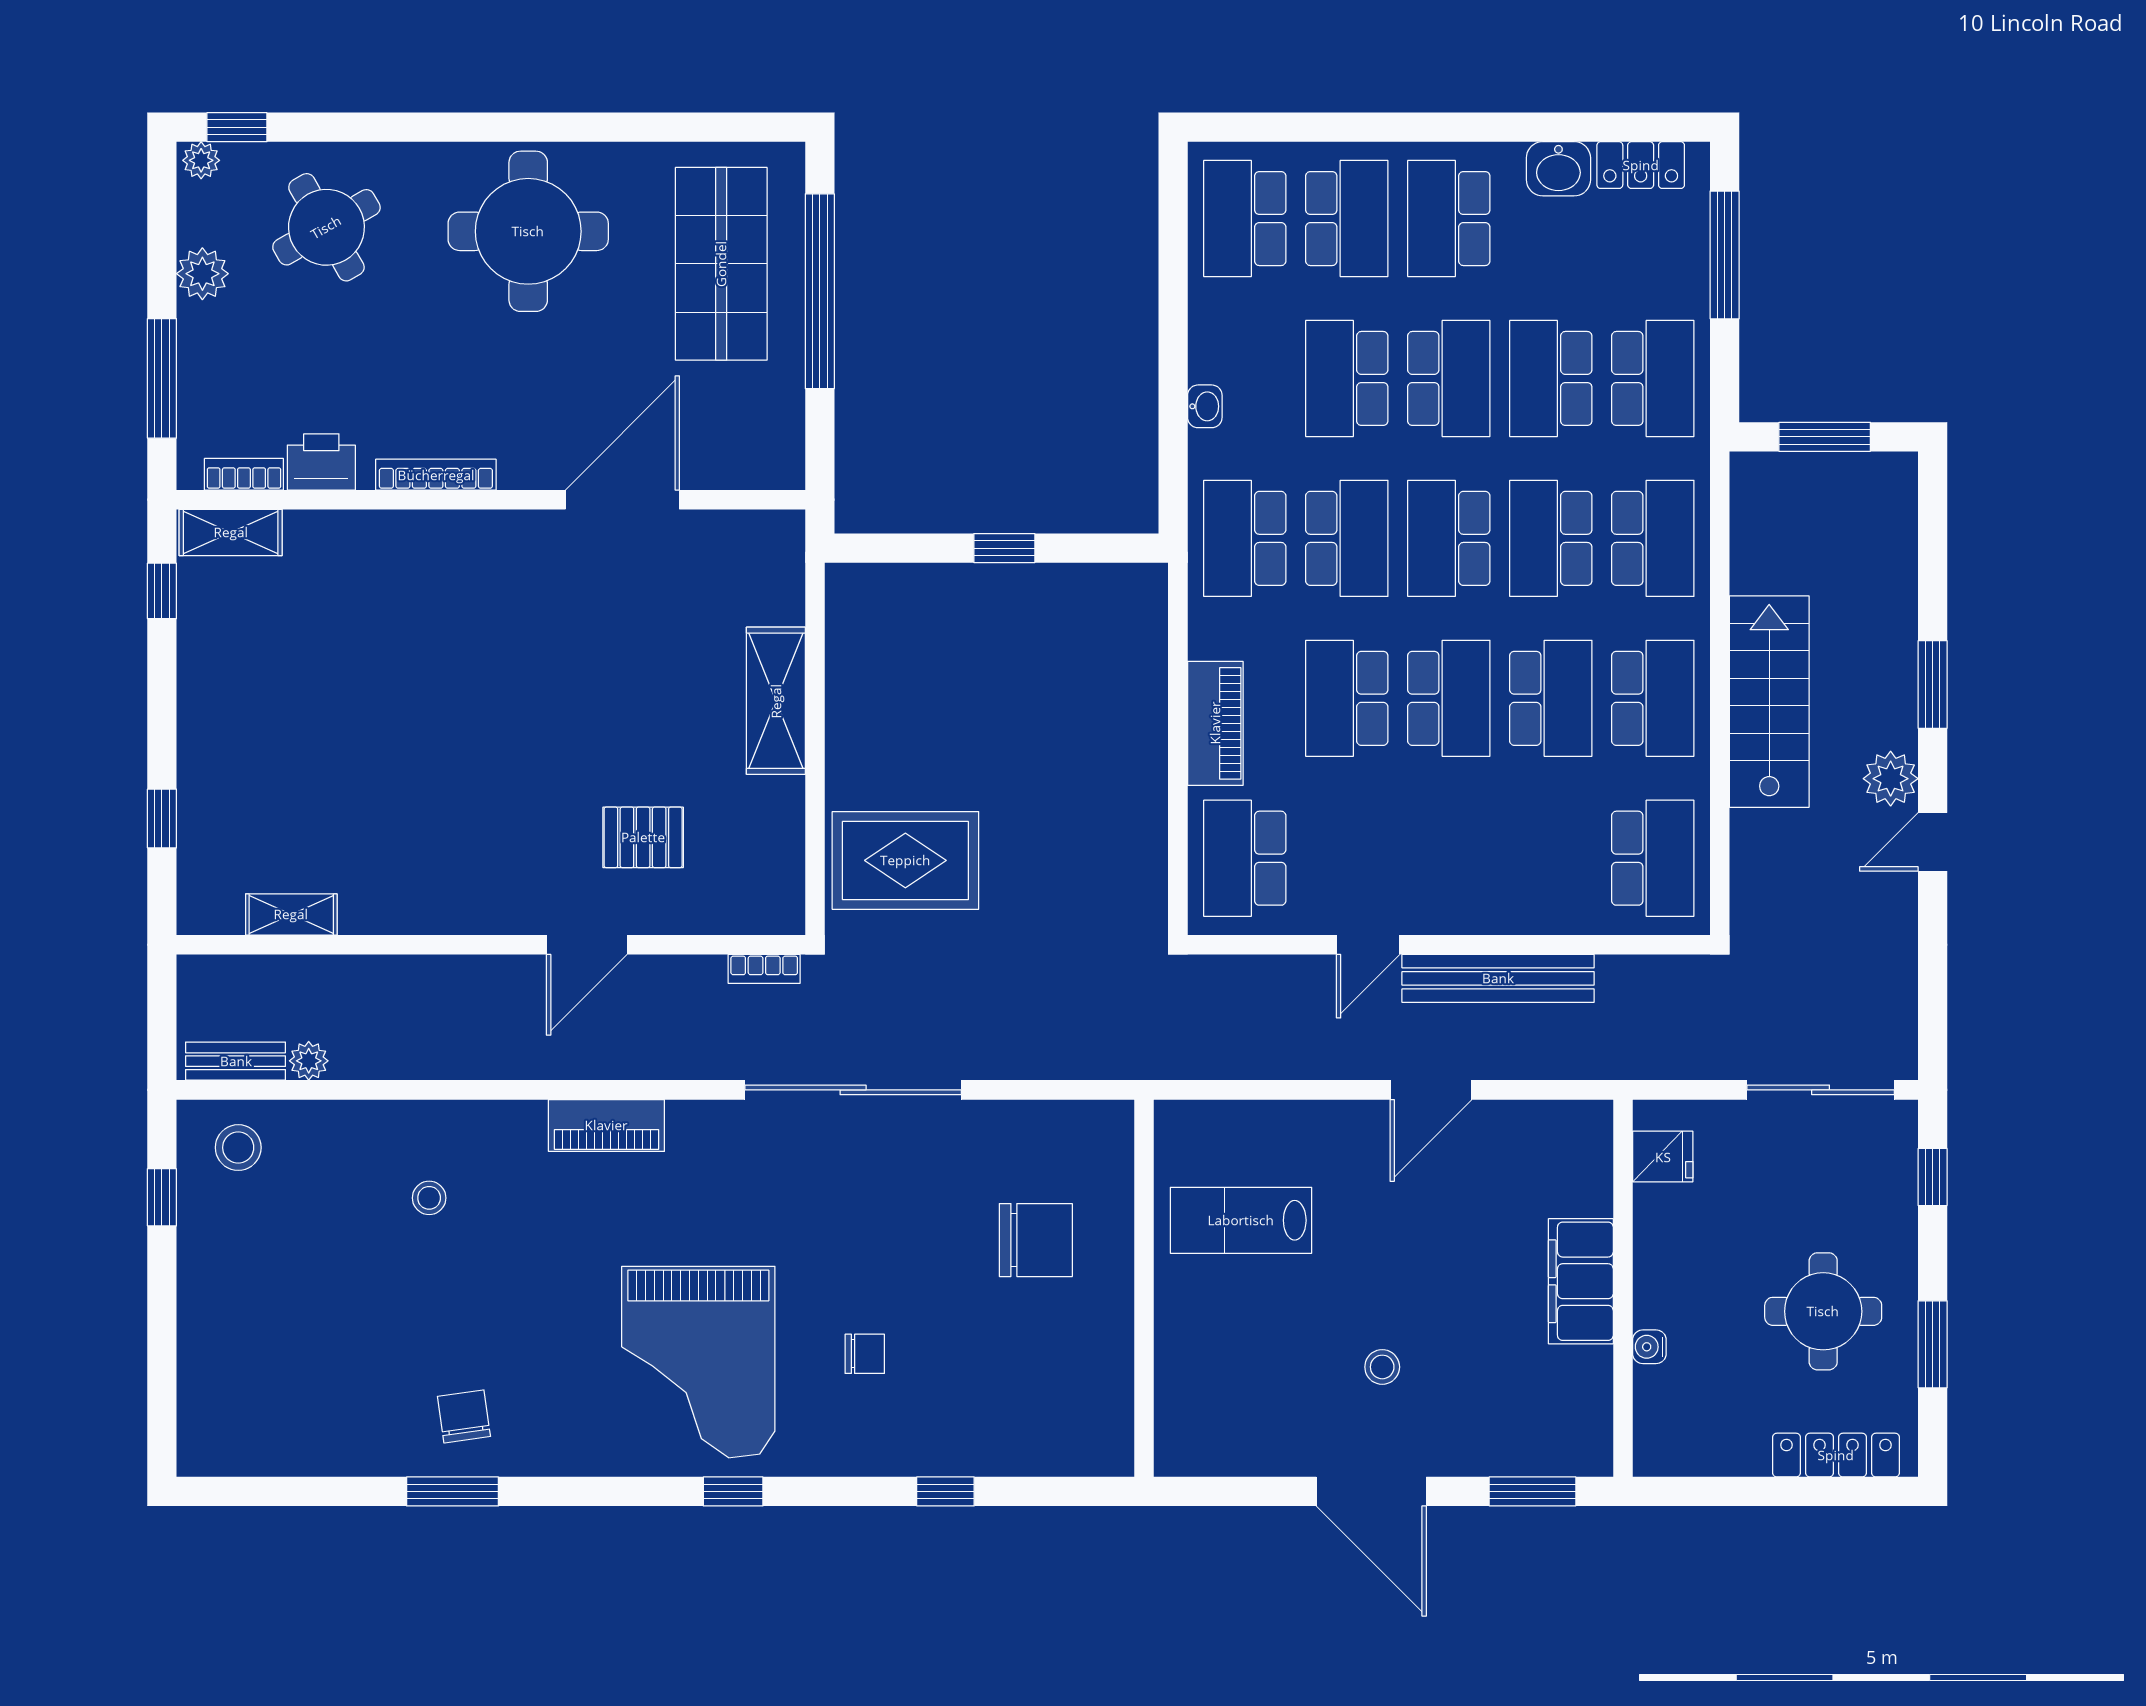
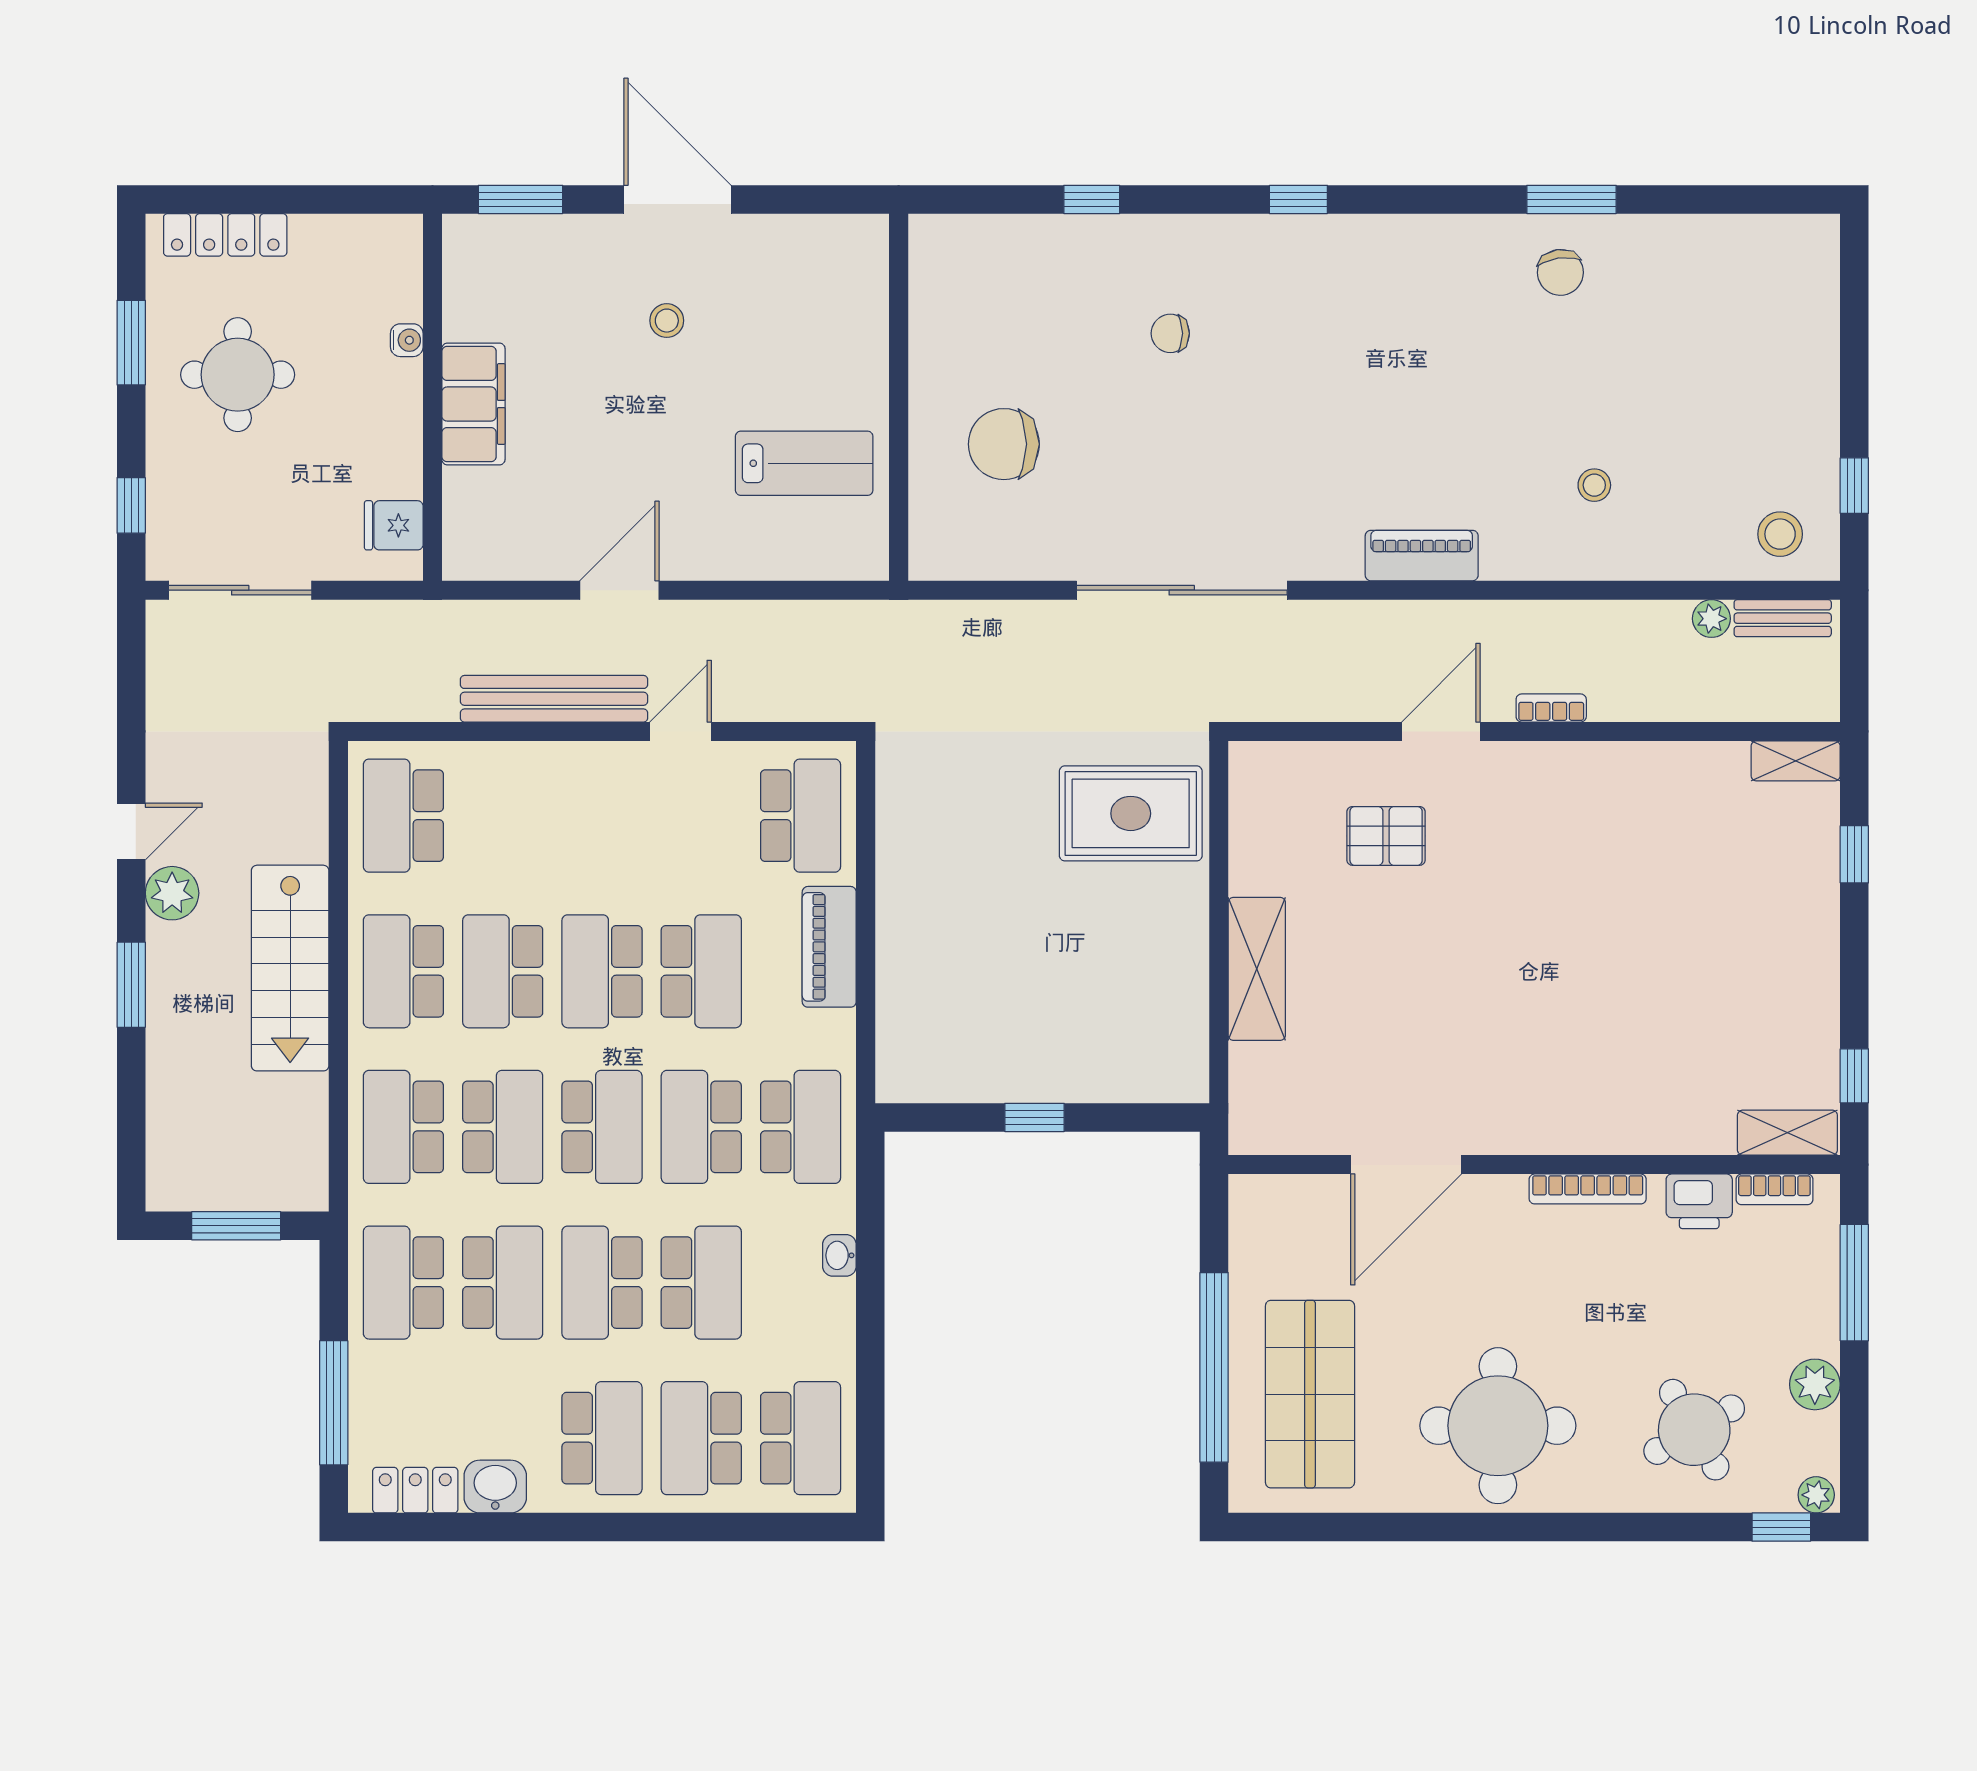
shelving: (291, 914) -> (1796, 761), moved
bookcase: (764, 969) -> (1551, 708), moved
grand piano: (698, 1362) -> (1332, 325), removed

